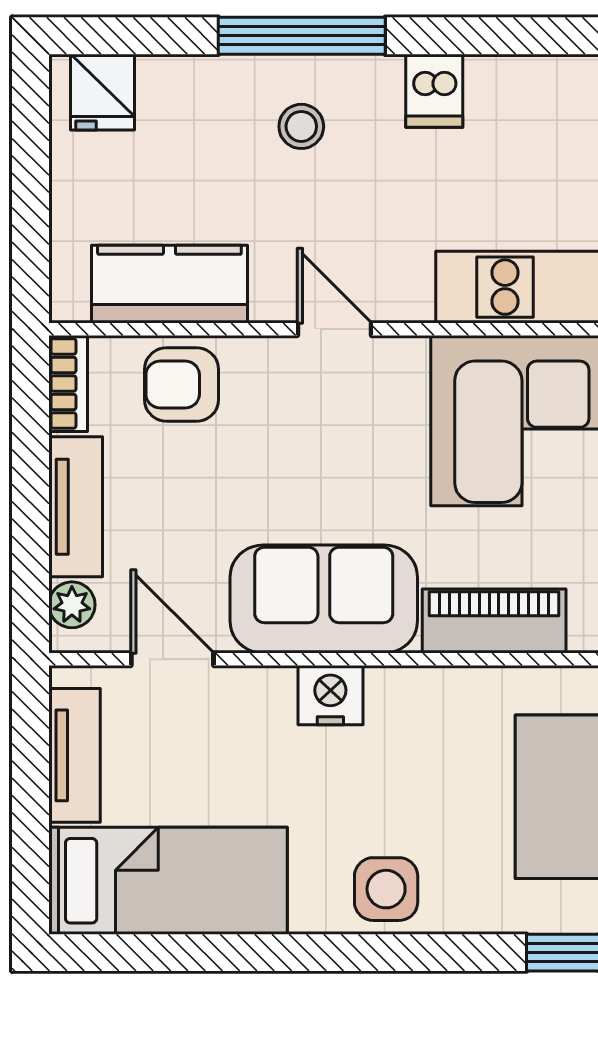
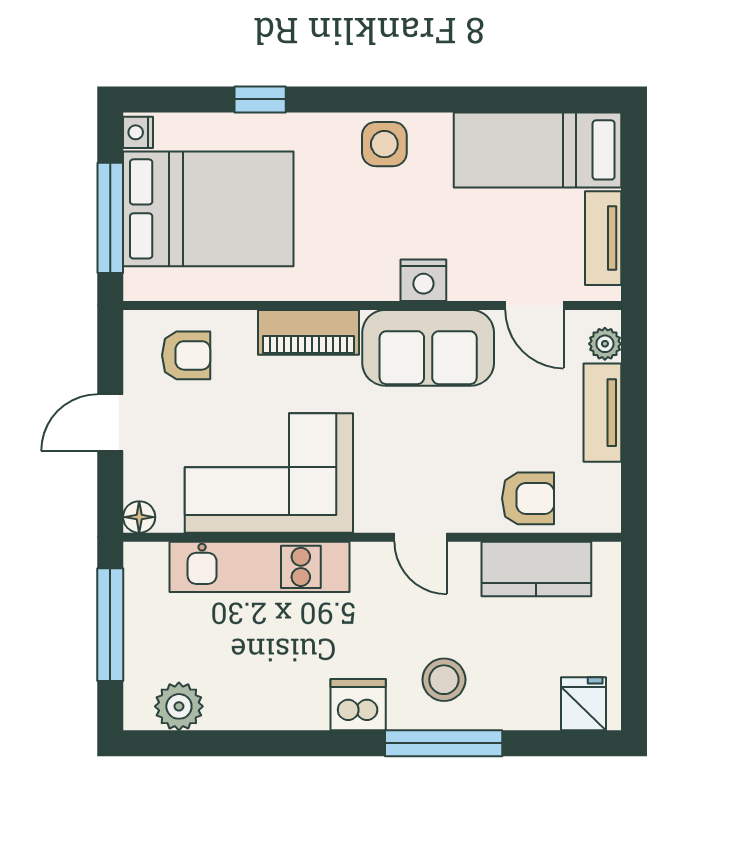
dishwasher: (434, 91) -> (358, 705), width x1.38
stool: (301, 126) -> (444, 680), width x1.37, depth x1.37
bookcase: (68, 383) -> (608, 499), removed

